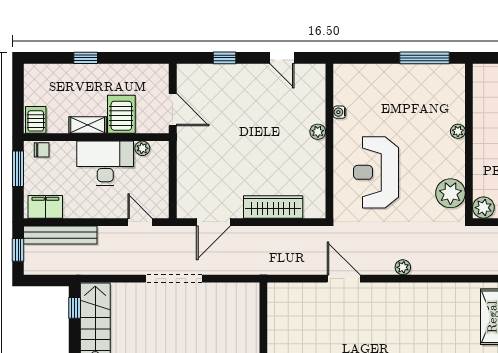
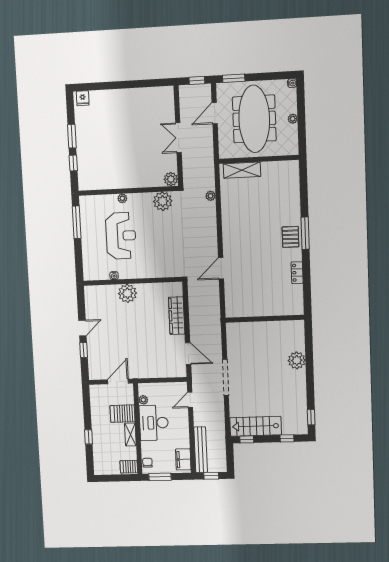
door: (282, 58) -> (82, 328), moved
plant: (318, 132) -> (127, 293), width x1.88, depth x1.88
reception desk: (376, 172) -> (121, 236), moved, turned -90
plant: (403, 267) -> (211, 196), moved

